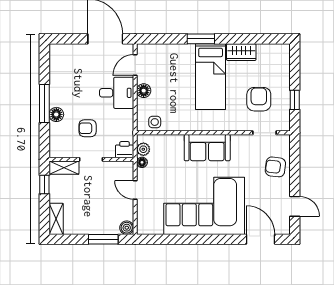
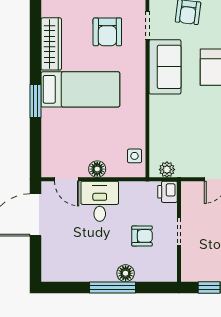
wardrobe: (241, 52) -> (51, 44), width x1.50
armchair: (259, 99) -> (107, 32), turned -90
armchair: (88, 128) -> (142, 236), turned -90
sofa: (207, 148) -> (165, 67), moved
floor lamp: (142, 162) -> (183, 171), removed
shelving: (64, 168) -> (189, 264), removed

